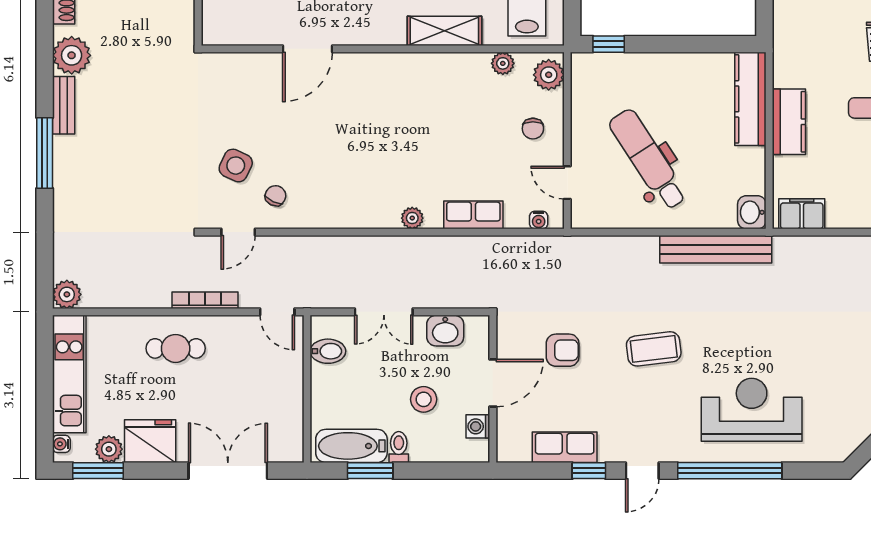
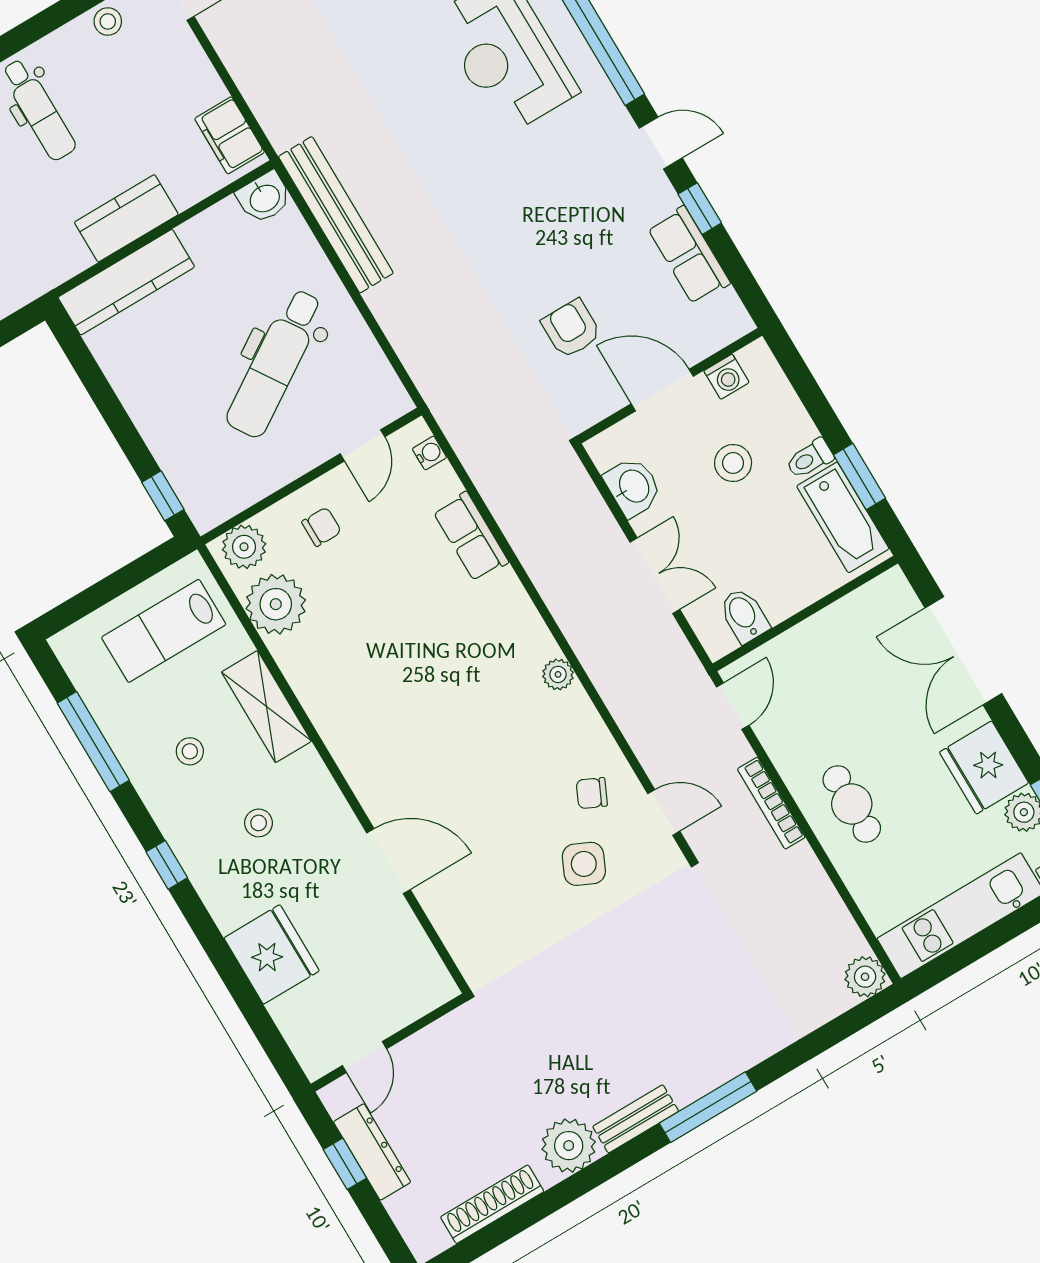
plant: (503, 63) -> (276, 604), width x1.88, depth x1.88
plant: (412, 218) -> (558, 674), moved
coffee table: (654, 349) -> (503, 218), removed

